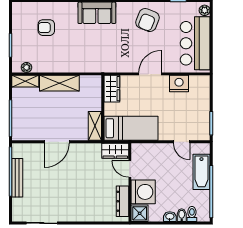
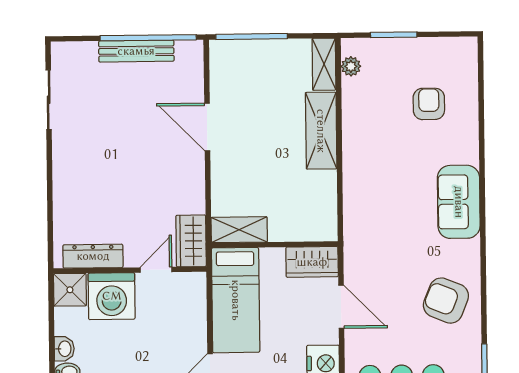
wardrobe: (112, 89) -> (312, 262), moved
wall: (103, 108) -> (275, 245), moved
shelving: (95, 126) -> (239, 230), moved
bed: (131, 128) -> (236, 300), moved

